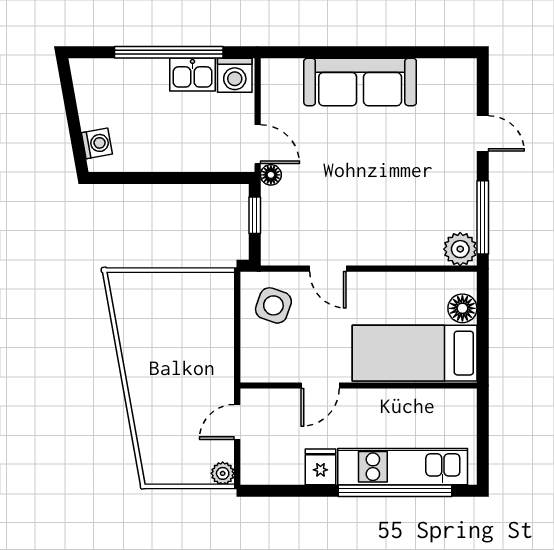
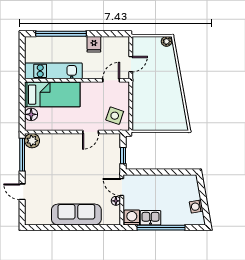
washing machine: (97, 143) -> (196, 206), moved
floor lamp: (271, 175) -> (116, 201), moved
door: (328, 269) -> (91, 132), swing flipped
door: (320, 386) -> (111, 80), moved
kitchen unit: (403, 467) -> (53, 71), moved, turned 180
plant: (223, 473) -> (167, 41), moved

